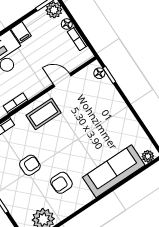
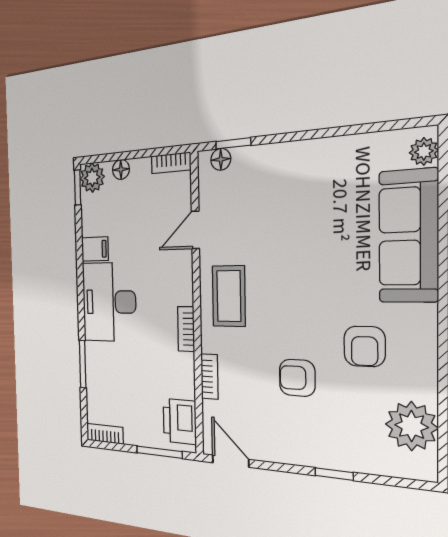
bookcase: (77, 39) -> (171, 163), moved
armchair: (30, 165) -> (297, 378), turned -90

